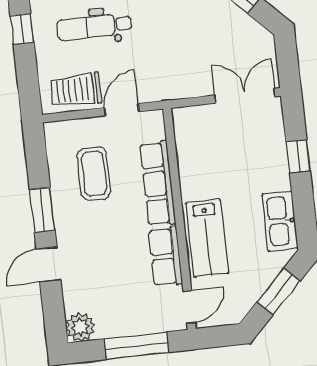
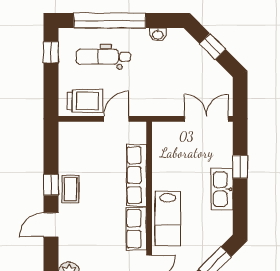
trolley: (76, 90) -> (85, 101), turned 180
coffee table: (94, 173) -> (71, 189), moved, width x0.73, depth x0.77
window: (42, 210) -> (51, 185), width x0.67
kitchen sink: (280, 221) -> (222, 189), moved

